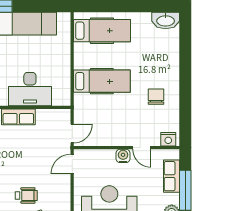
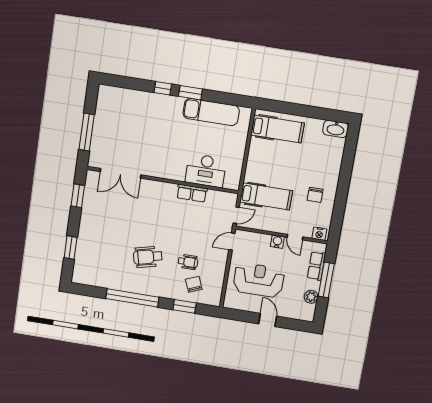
hospital bed: (102, 81) -> (266, 196), moved
chair: (156, 97) -> (315, 195), turned 180

